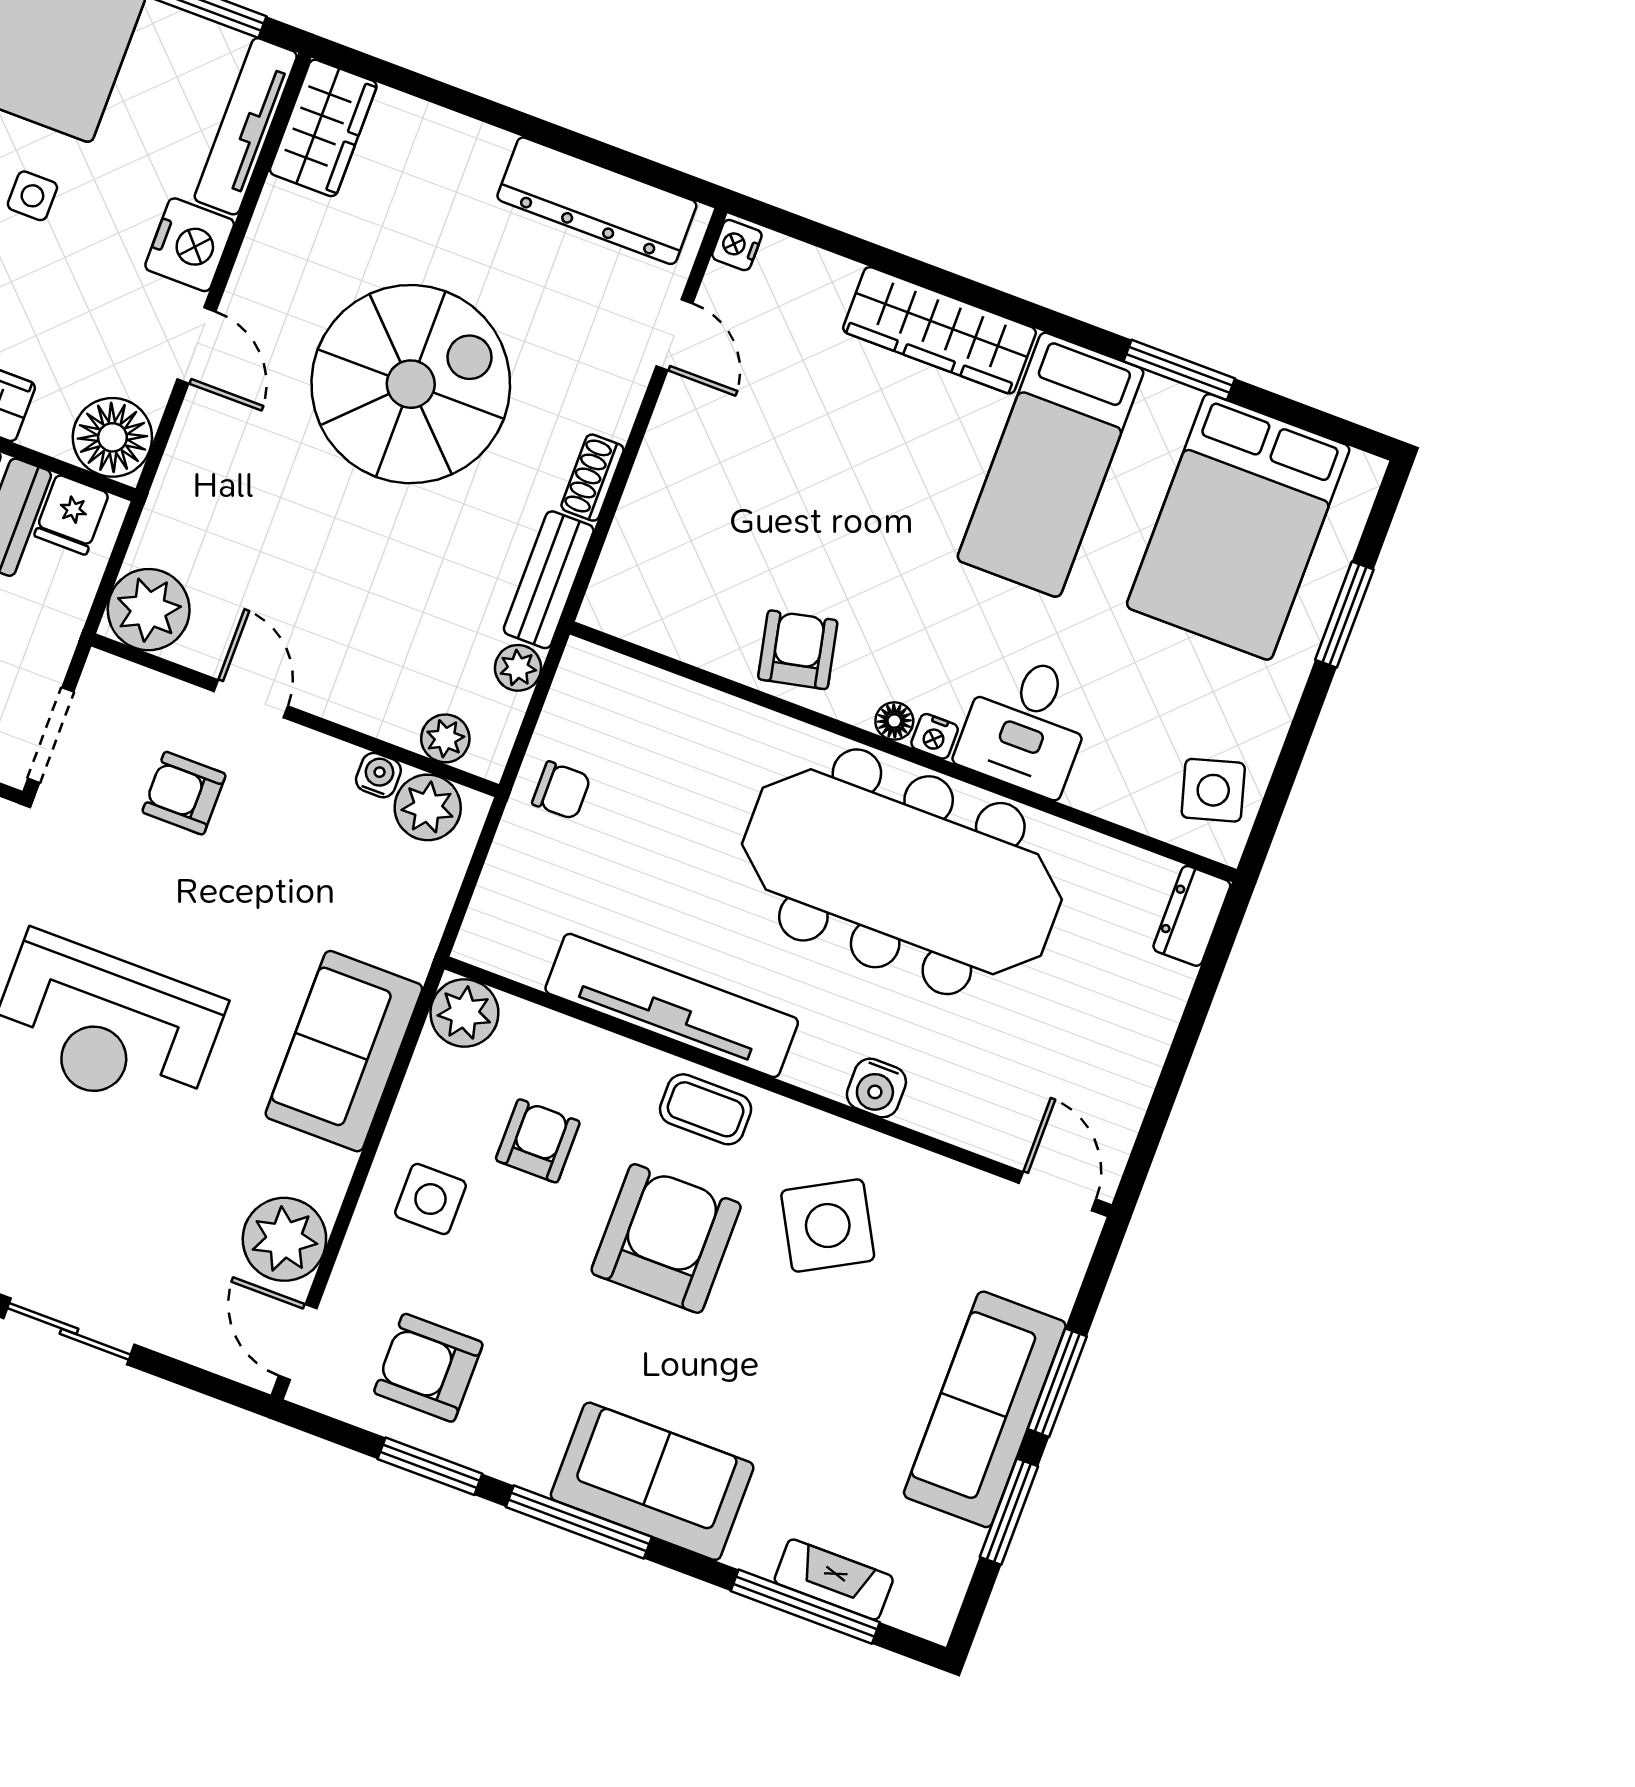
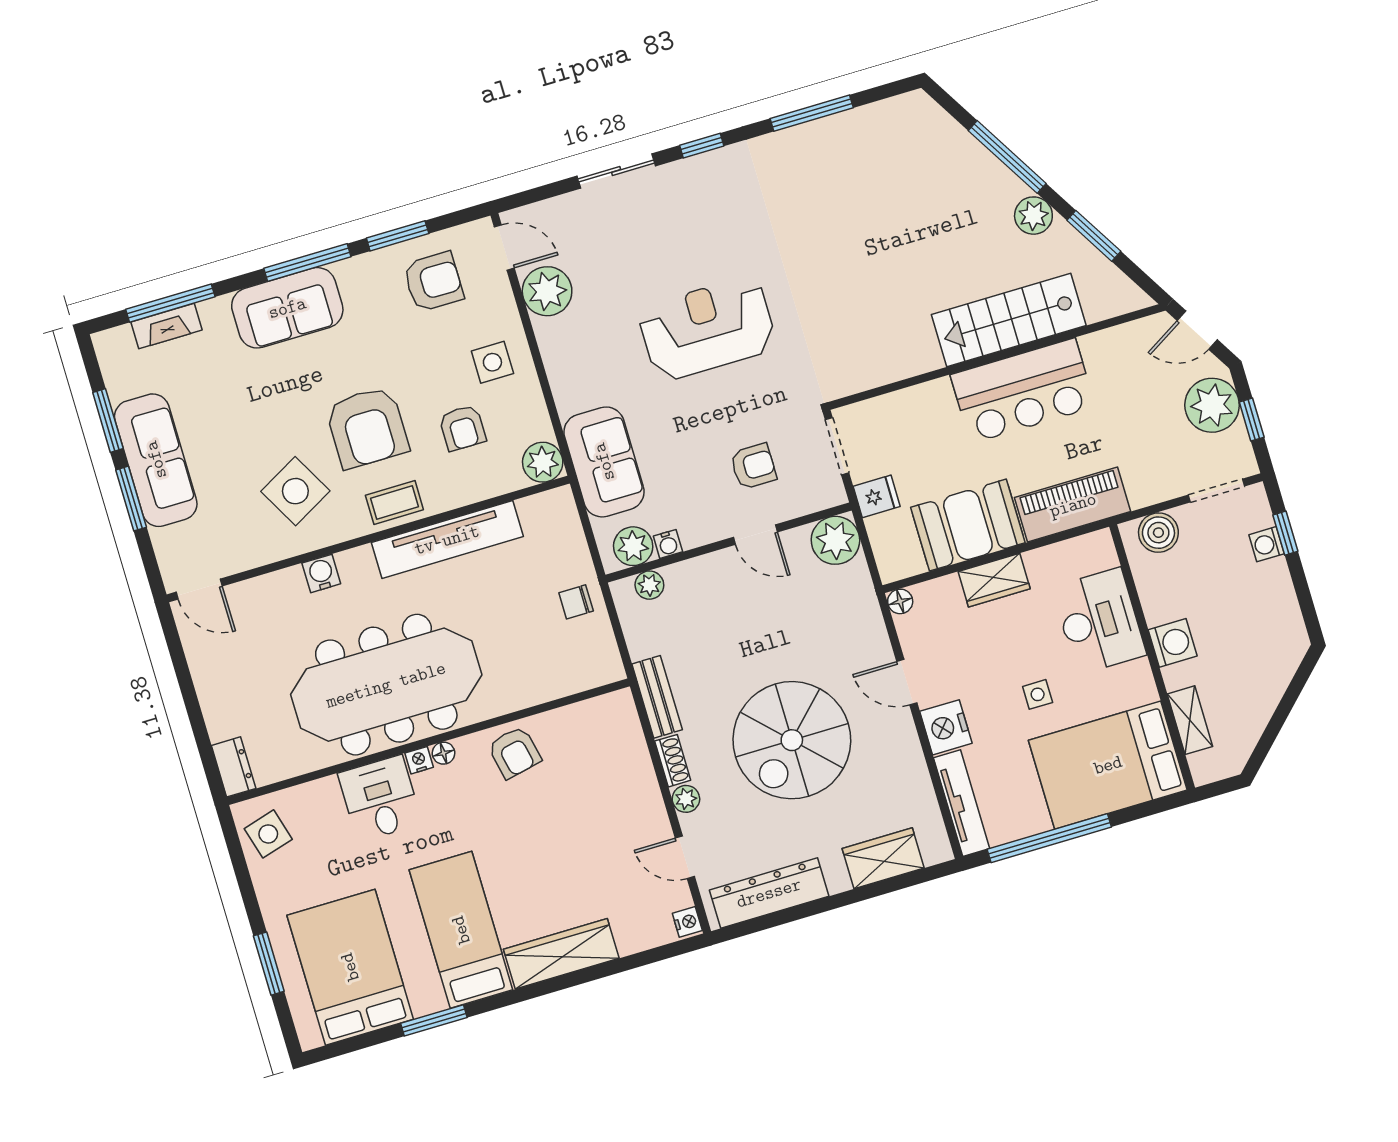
wardrobe: (323, 128) -> (883, 858), moved, turned 90
floor lamp: (112, 437) -> (900, 601), width x0.53, depth x0.53
fridge: (72, 515) -> (877, 496), moved, turned 90
plant: (518, 668) -> (686, 799), moved
sofa: (344, 1051) -> (604, 462), moved

